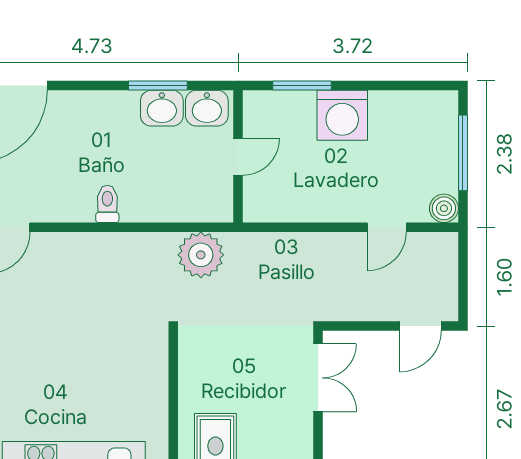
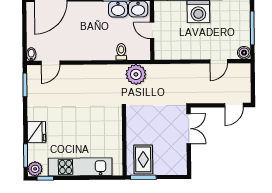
door: (238, 157) -> (152, 30), swing flipped
toilet: (107, 204) -> (121, 52), moved

